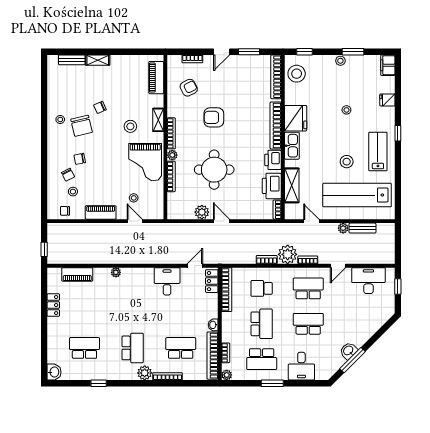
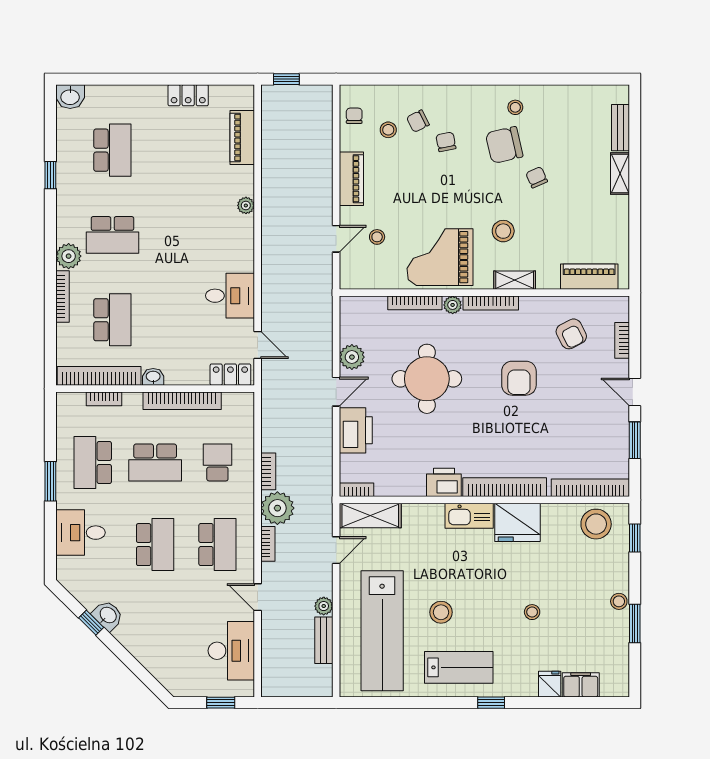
filing cabinet: (388, 65) -> (581, 685), moved
armchair: (214, 117) -> (519, 378), turned 180
shelving: (292, 185) -> (370, 516), moved
printer: (272, 186) -> (356, 430), moved, turned 90
lab bench: (357, 195) -> (382, 631), turned 180
bookcase: (227, 290) -> (182, 401), moved
window: (353, 360) -> (91, 623), width x0.46
plant: (227, 375) -> (65, 401), removed

